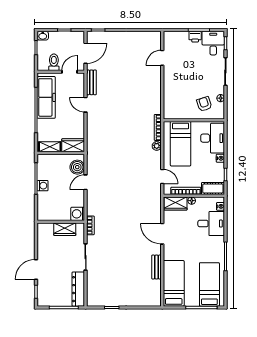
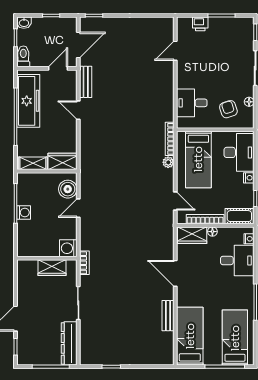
printer: (195, 37) -> (200, 24), moved
desk: (213, 43) -> (192, 103), moved, turned -90
toilet: (54, 62) -> (23, 56), moved

